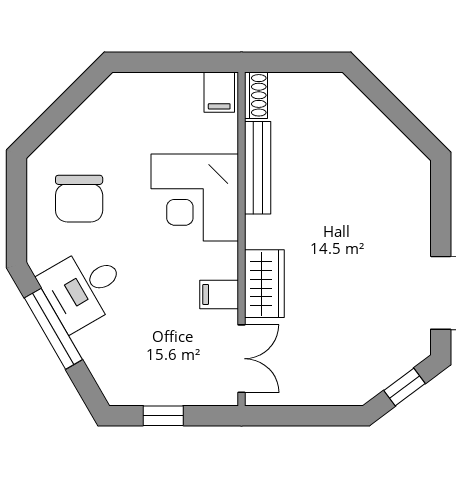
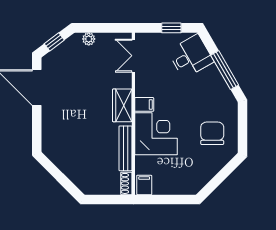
wardrobe: (264, 284) -> (122, 105), moved
desk: (83, 288) -> (191, 56), moved
filing cabinet: (219, 294) -> (144, 104), moved
plant: (334, 393) -> (89, 39), added

